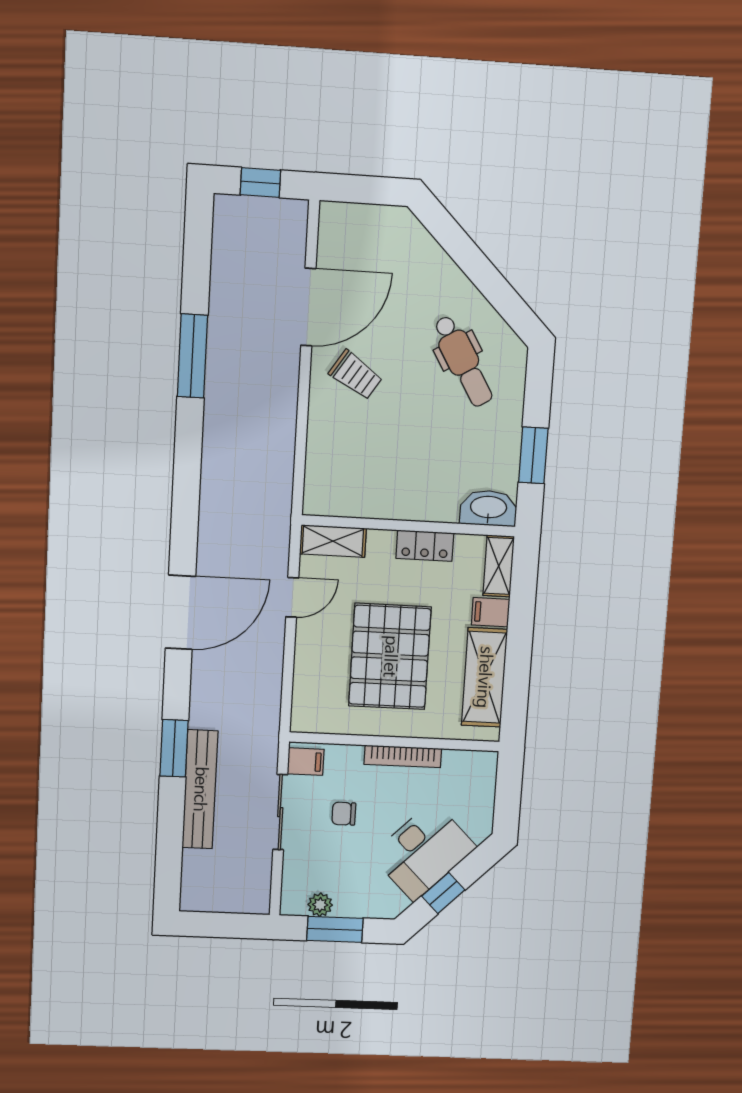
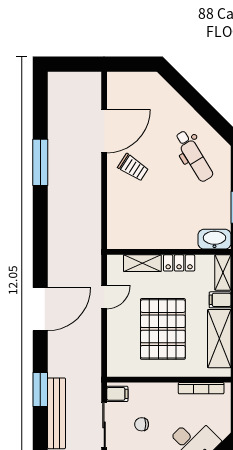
window: (260, 183) -> (74, 64), removed
shelving: (333, 541) -> (142, 263), moved
bookcase: (403, 756) -> (201, 388), moved

